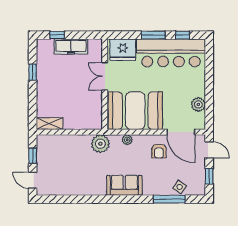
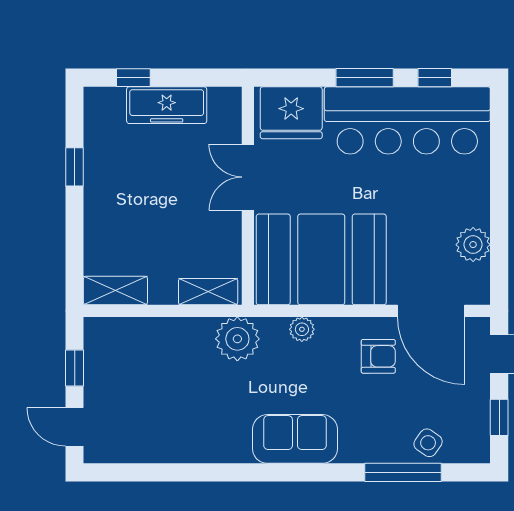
shelving: (88, 124) -> (208, 292), added
armchair: (159, 151) -> (378, 356), turned -90

